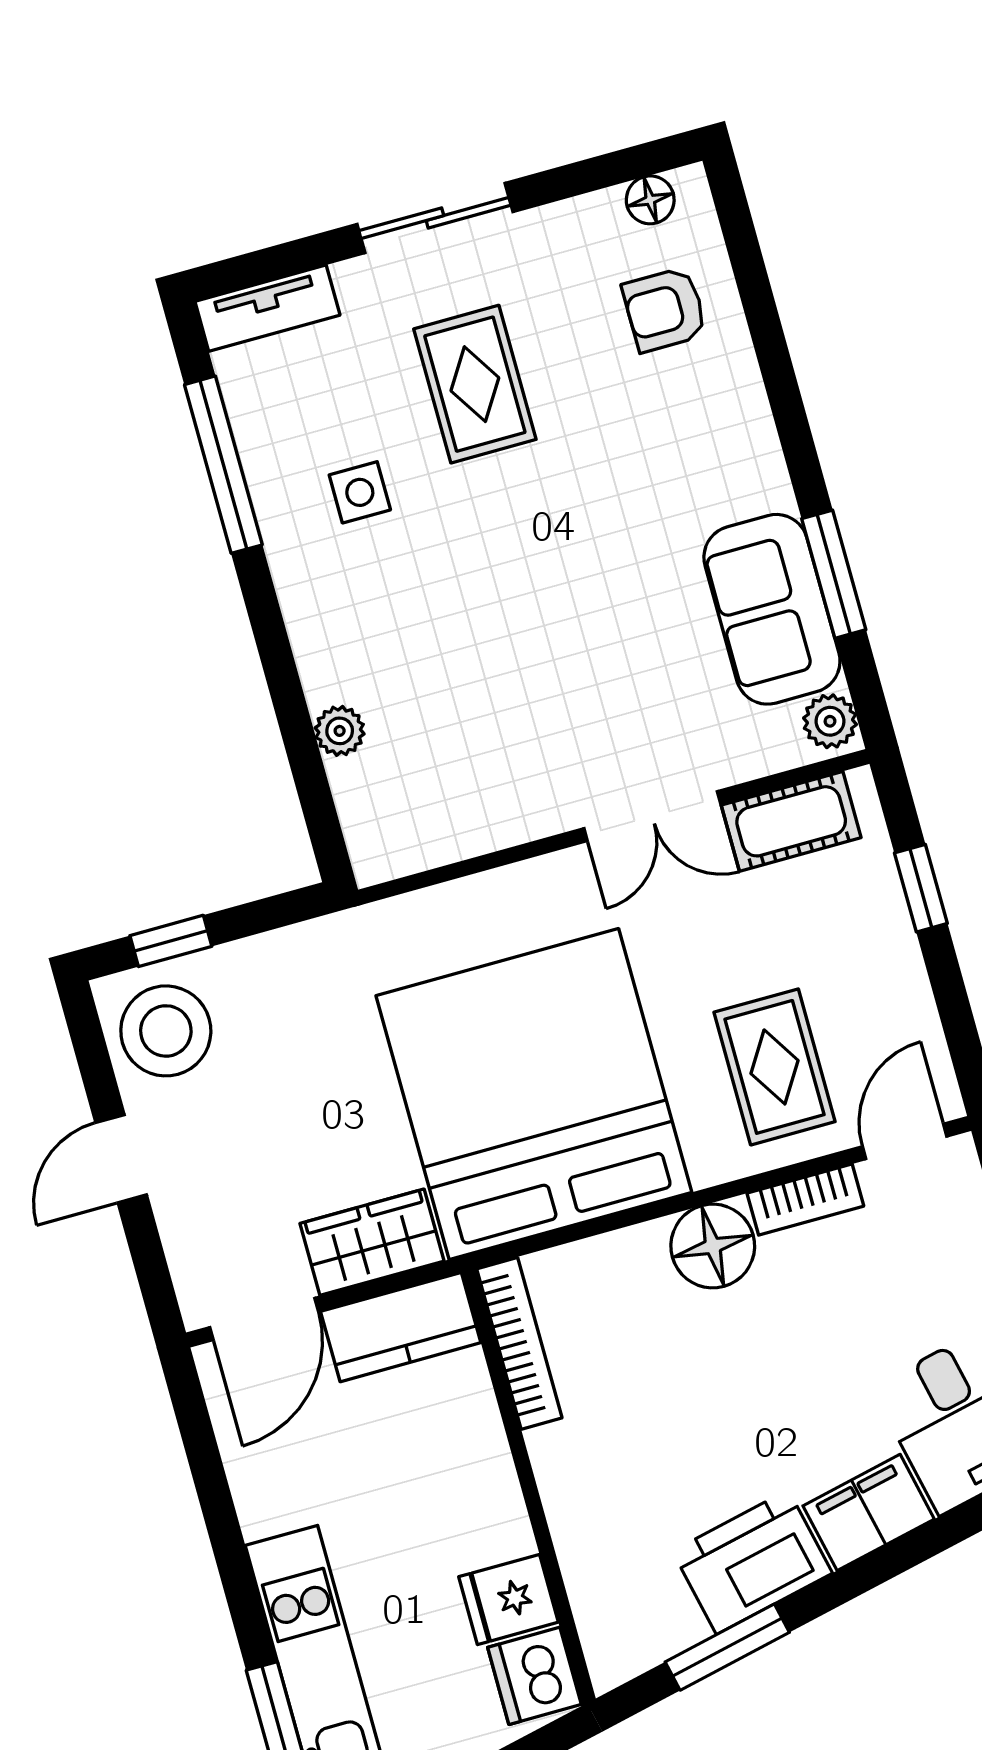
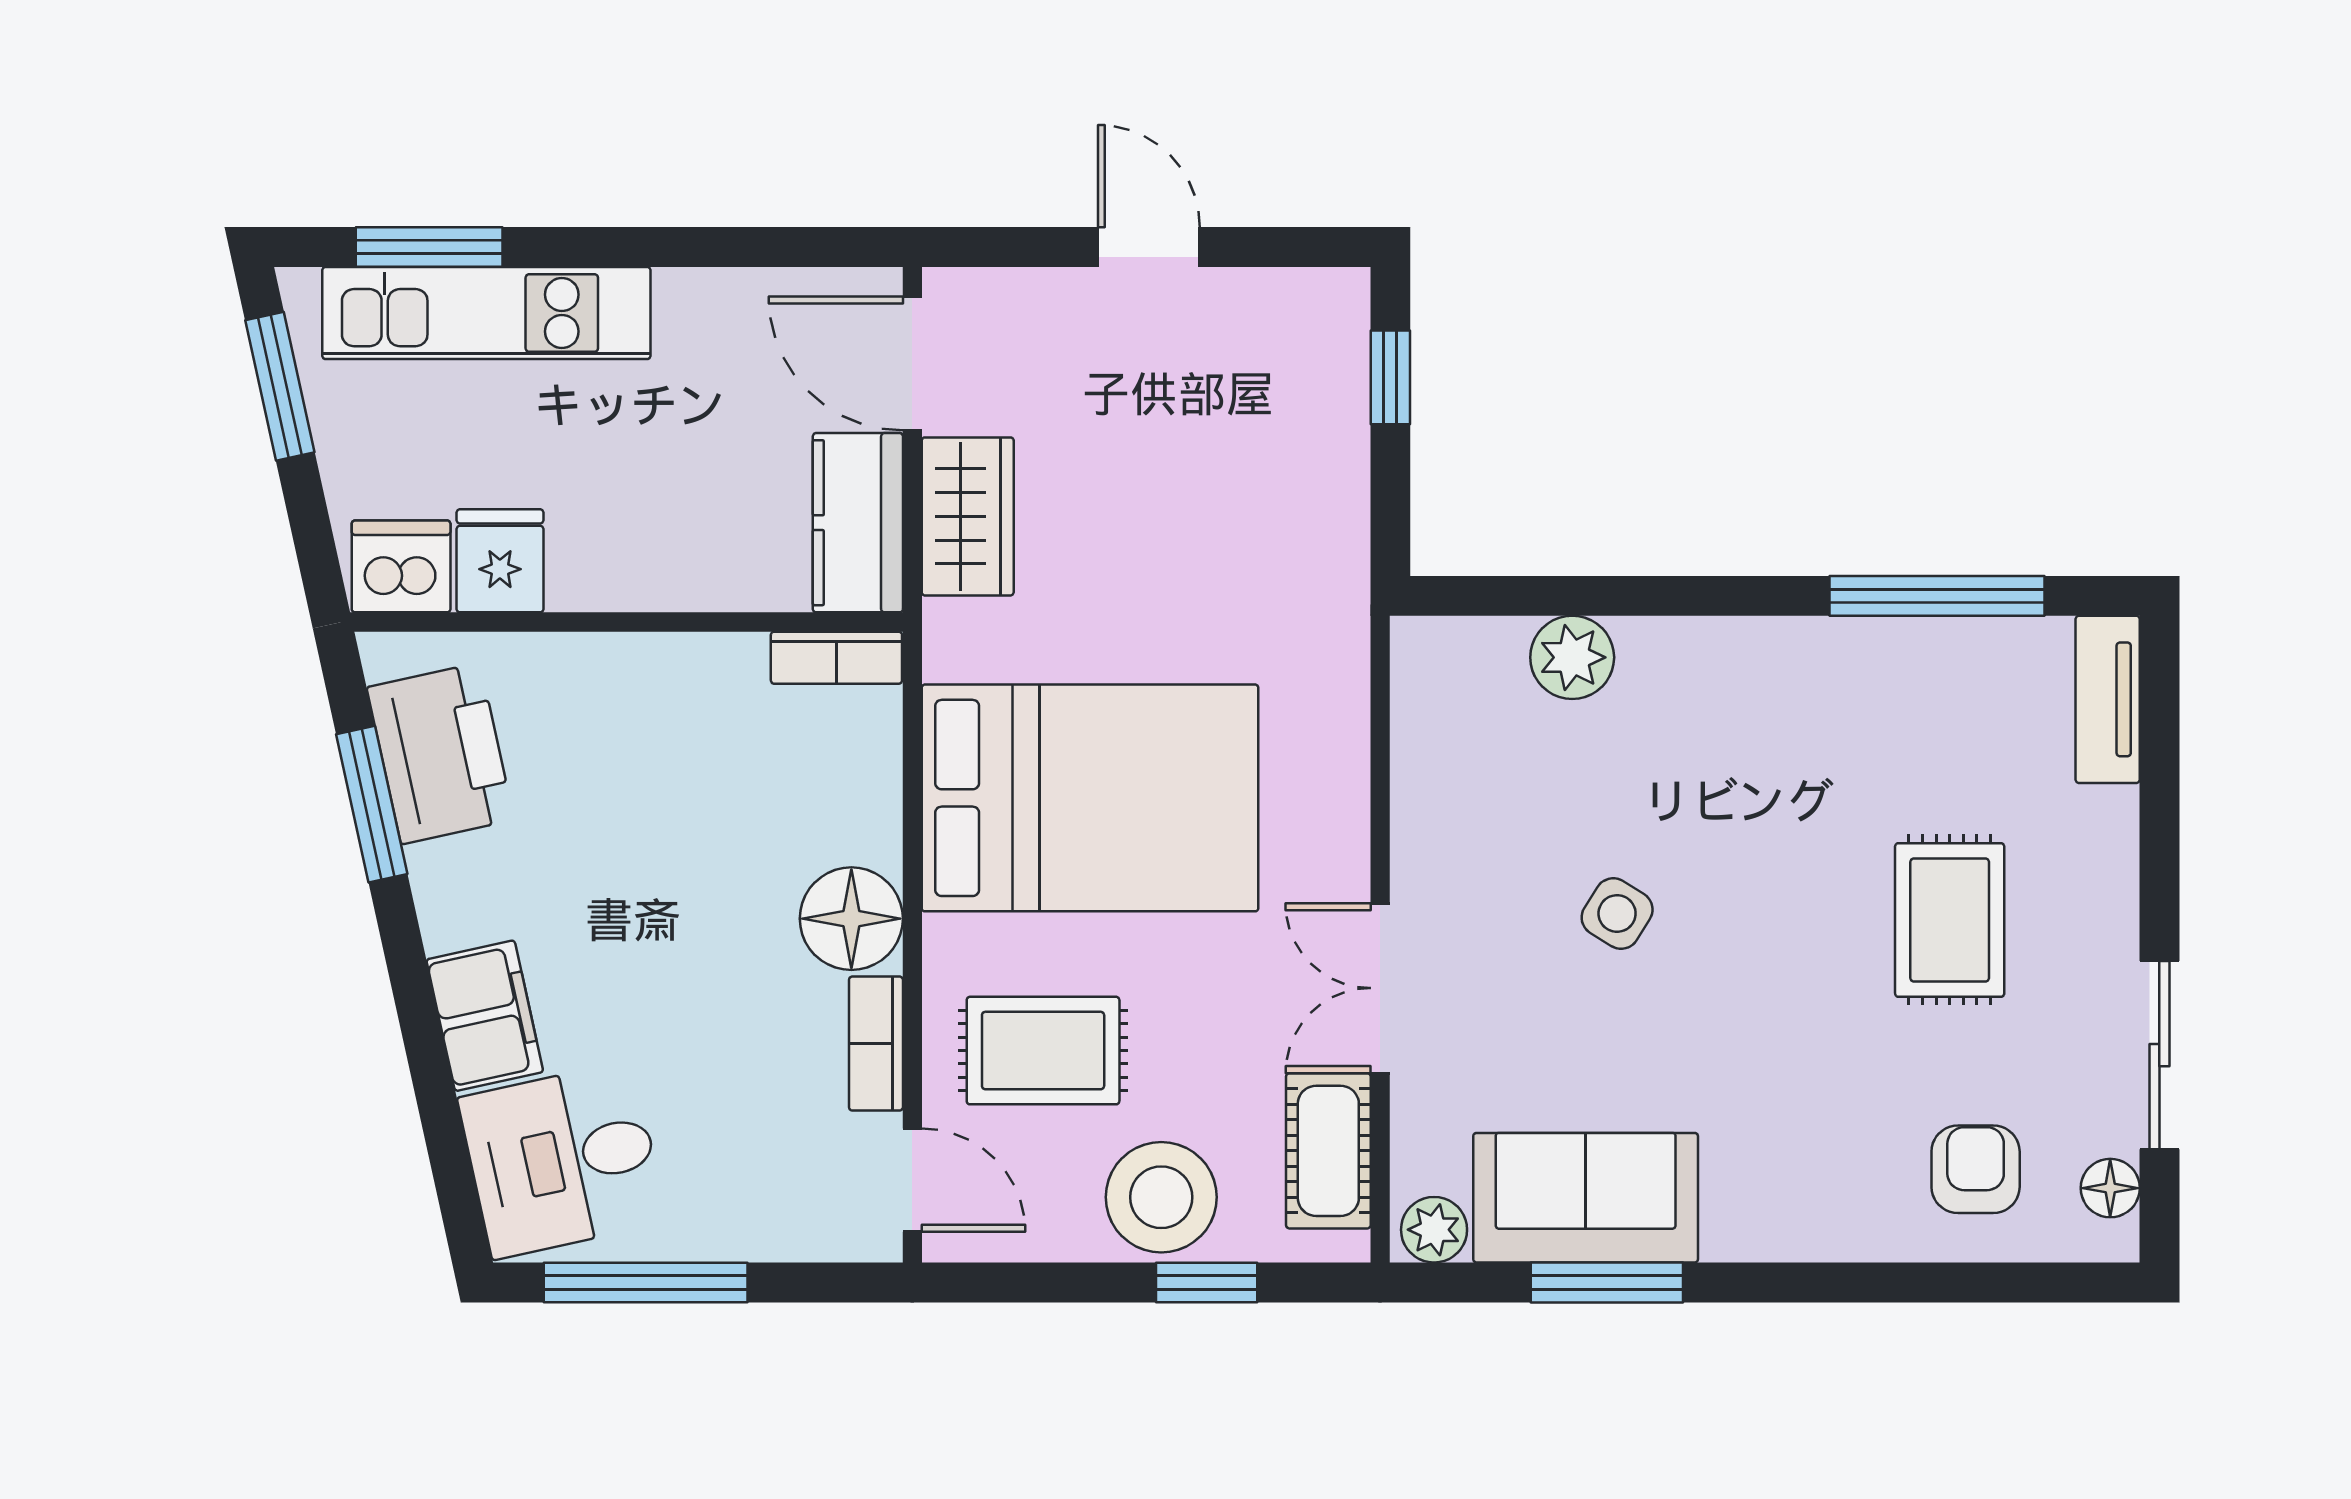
sliding door: (435, 218) -> (2159, 1055), moved
rug: (475, 384) -> (1950, 920), turned 90
side table: (360, 492) -> (1617, 914), moved, turned 32
plant: (340, 731) -> (1572, 657), width x1.38, depth x1.38
stool: (166, 1031) -> (1161, 1197), moved
bed: (534, 1094) -> (1090, 798), width x0.73
bookcase: (519, 1343) -> (836, 658), width x0.64
printer: (752, 1562) -> (440, 754), moved

